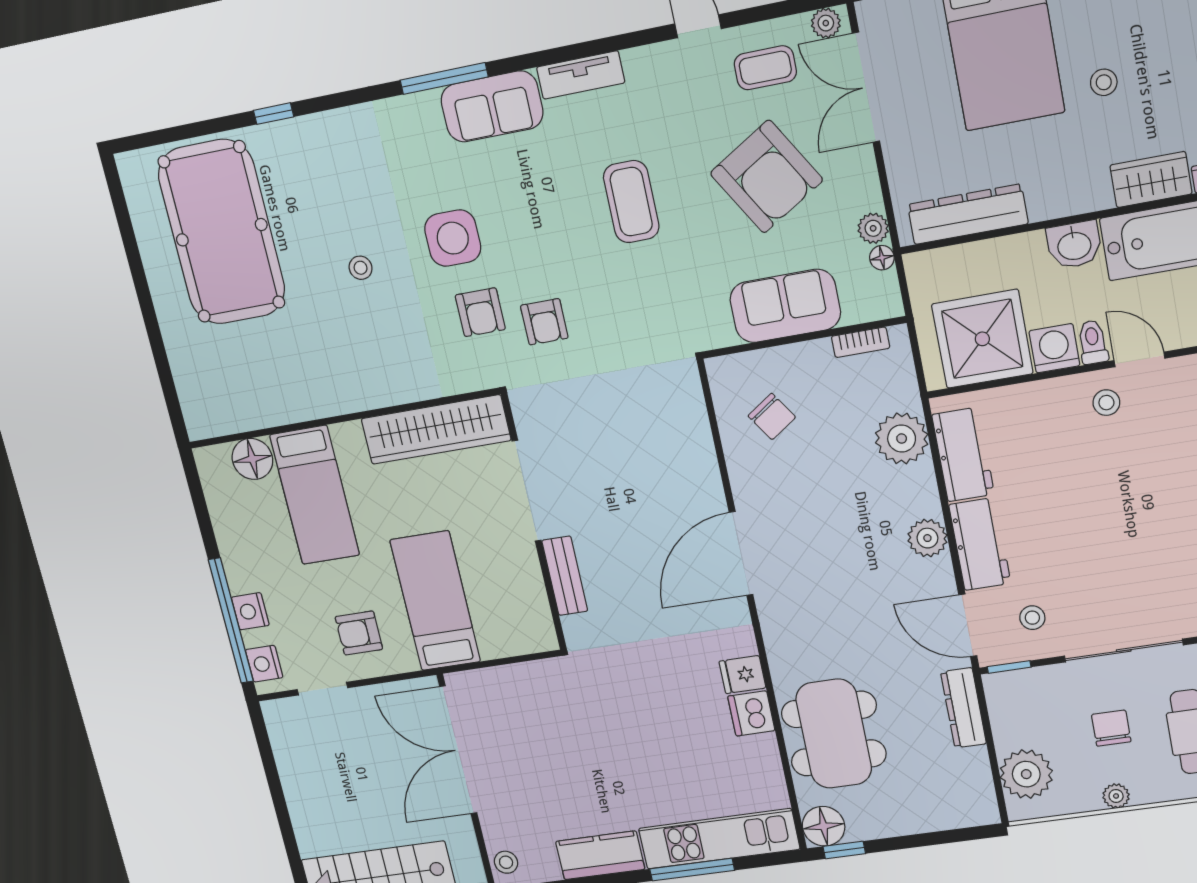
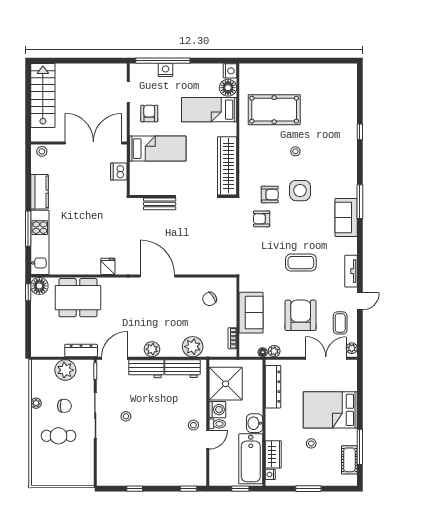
tv unit: (581, 75) -> (351, 271), moved
armchair: (766, 177) -> (301, 315), turned 121
pool table: (222, 232) -> (274, 110), moved, width x0.73, depth x0.76
armchair: (480, 312) -> (270, 195), turned 180
stool: (1032, 618) -> (126, 416), moved
nightstand: (264, 664) -> (230, 71), moved, turned 90
dishwasher: (751, 713) -> (119, 172), moved, turned -90
plant: (1026, 774) -> (65, 370), moved

